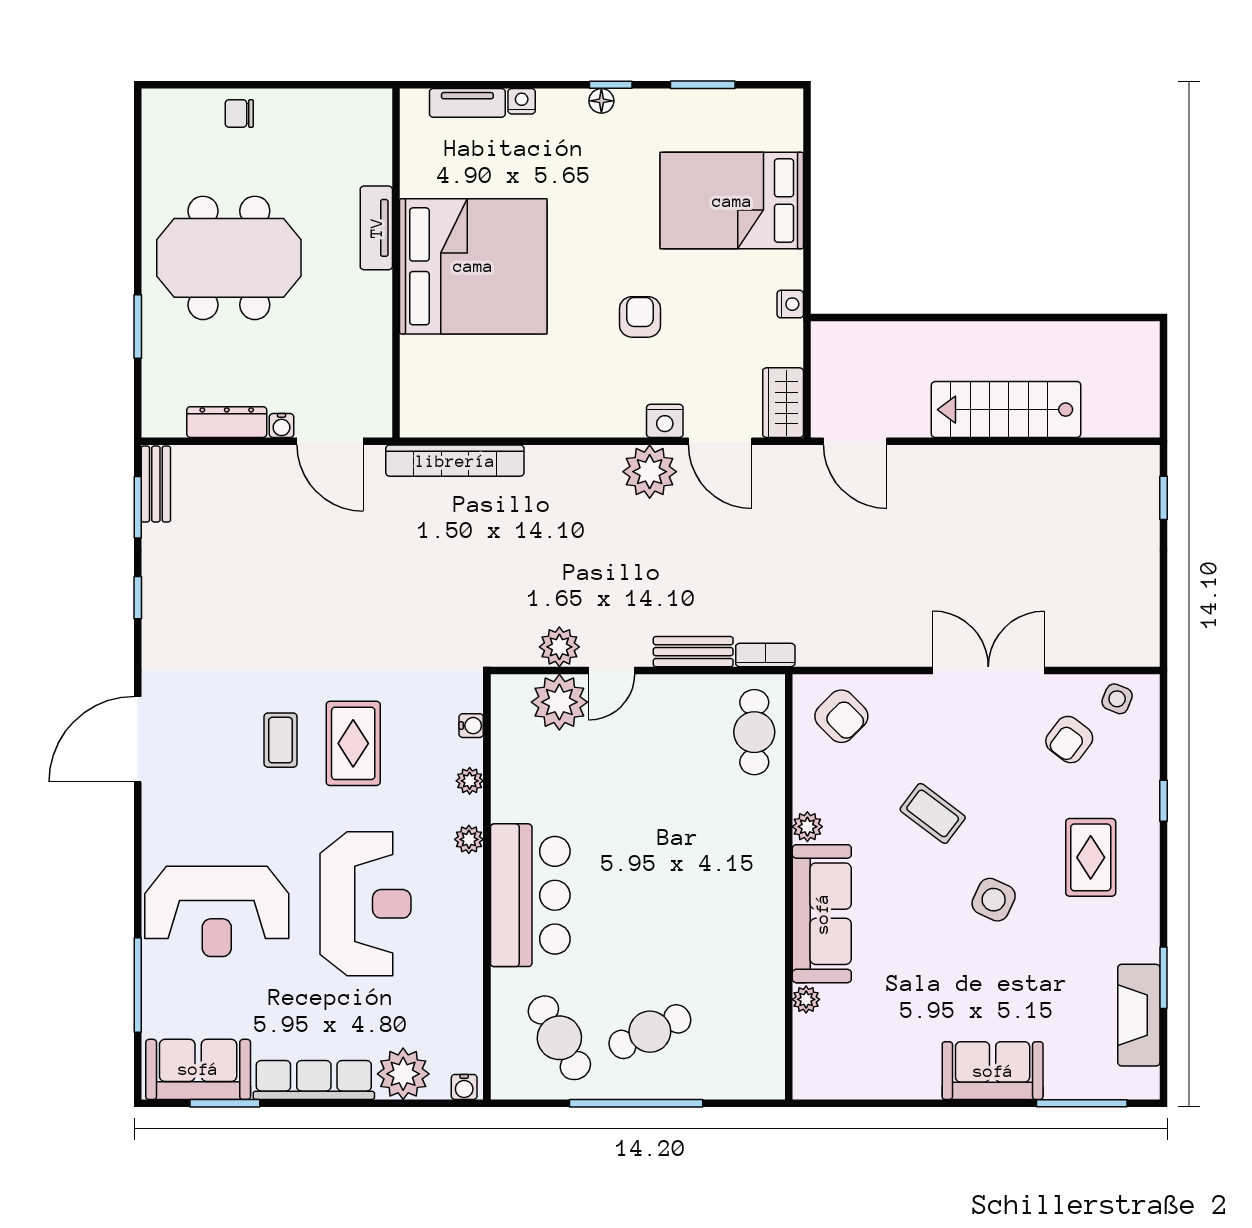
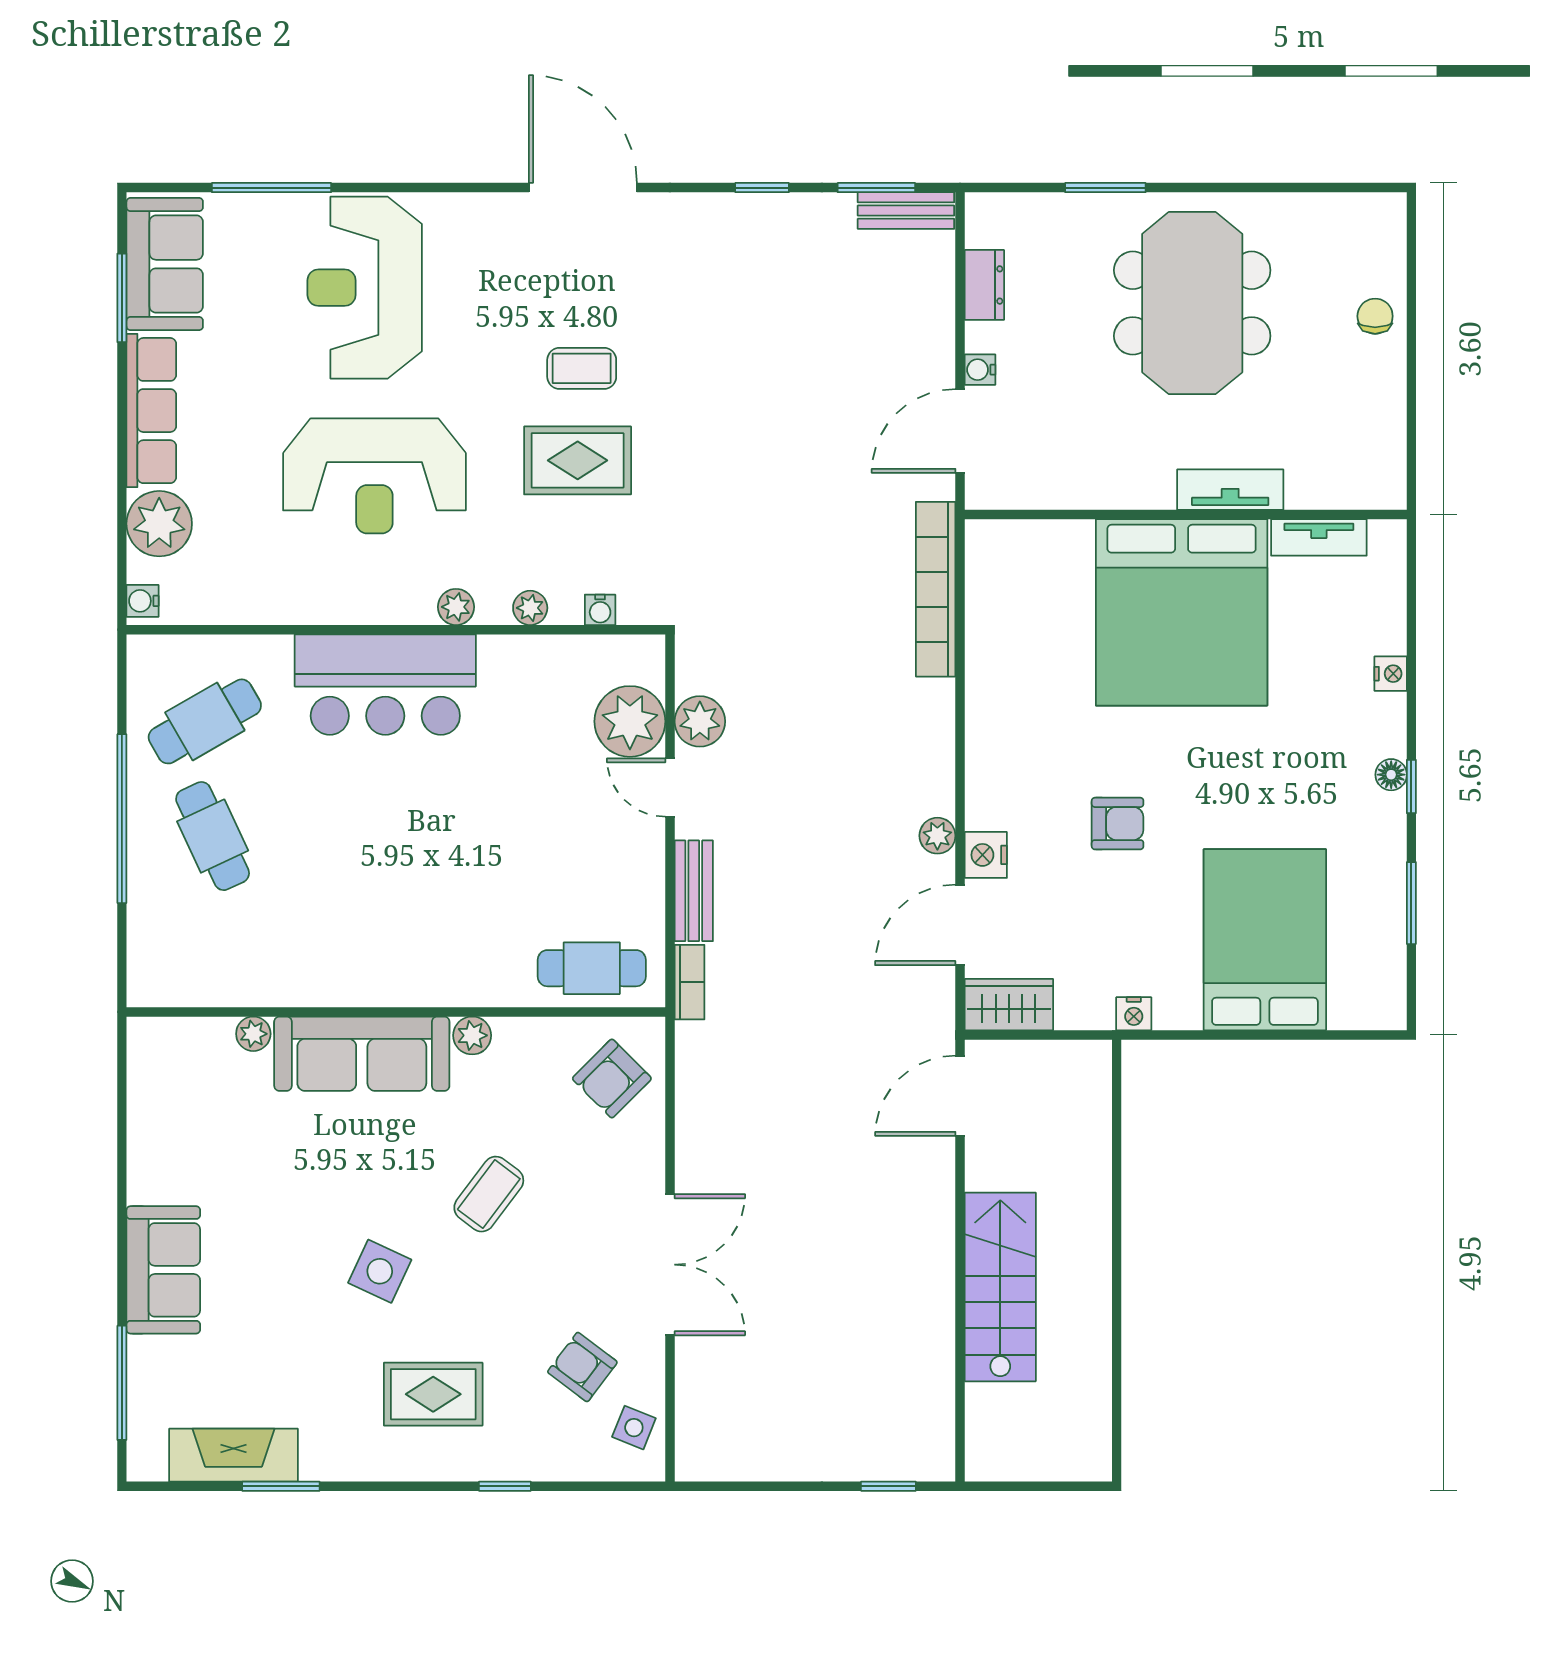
tv unit: (467, 103) -> (1319, 537), moved, turned -90
dresser: (227, 422) -> (984, 285), width x0.70
plant: (650, 472) -> (937, 836), width x0.53, depth x0.53

